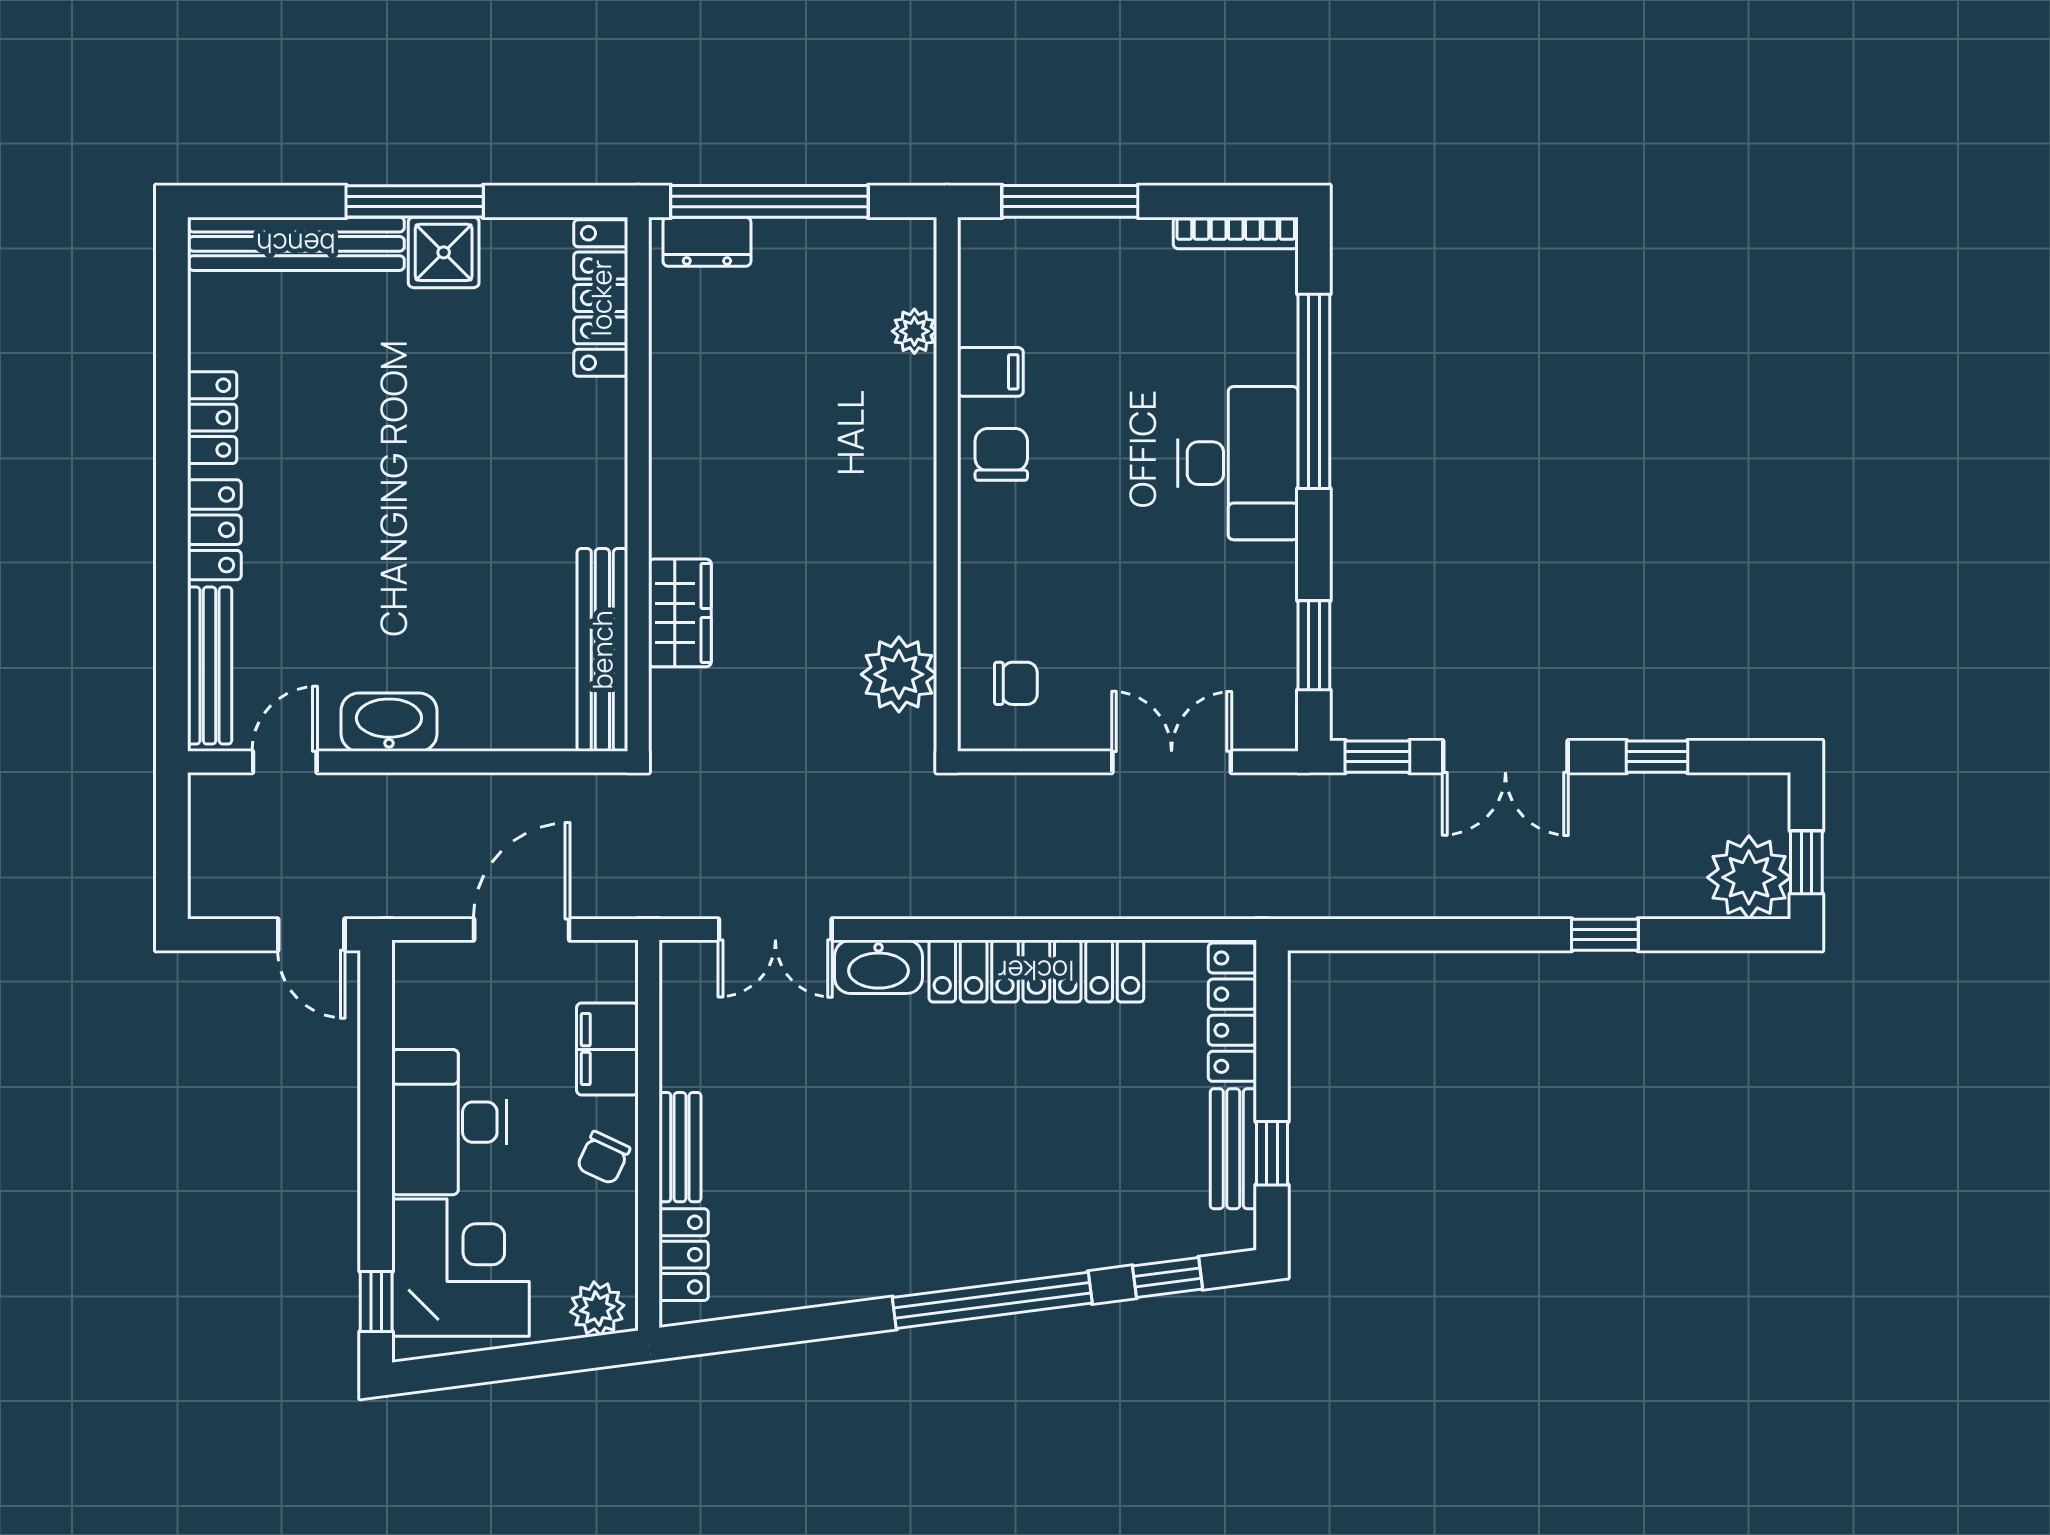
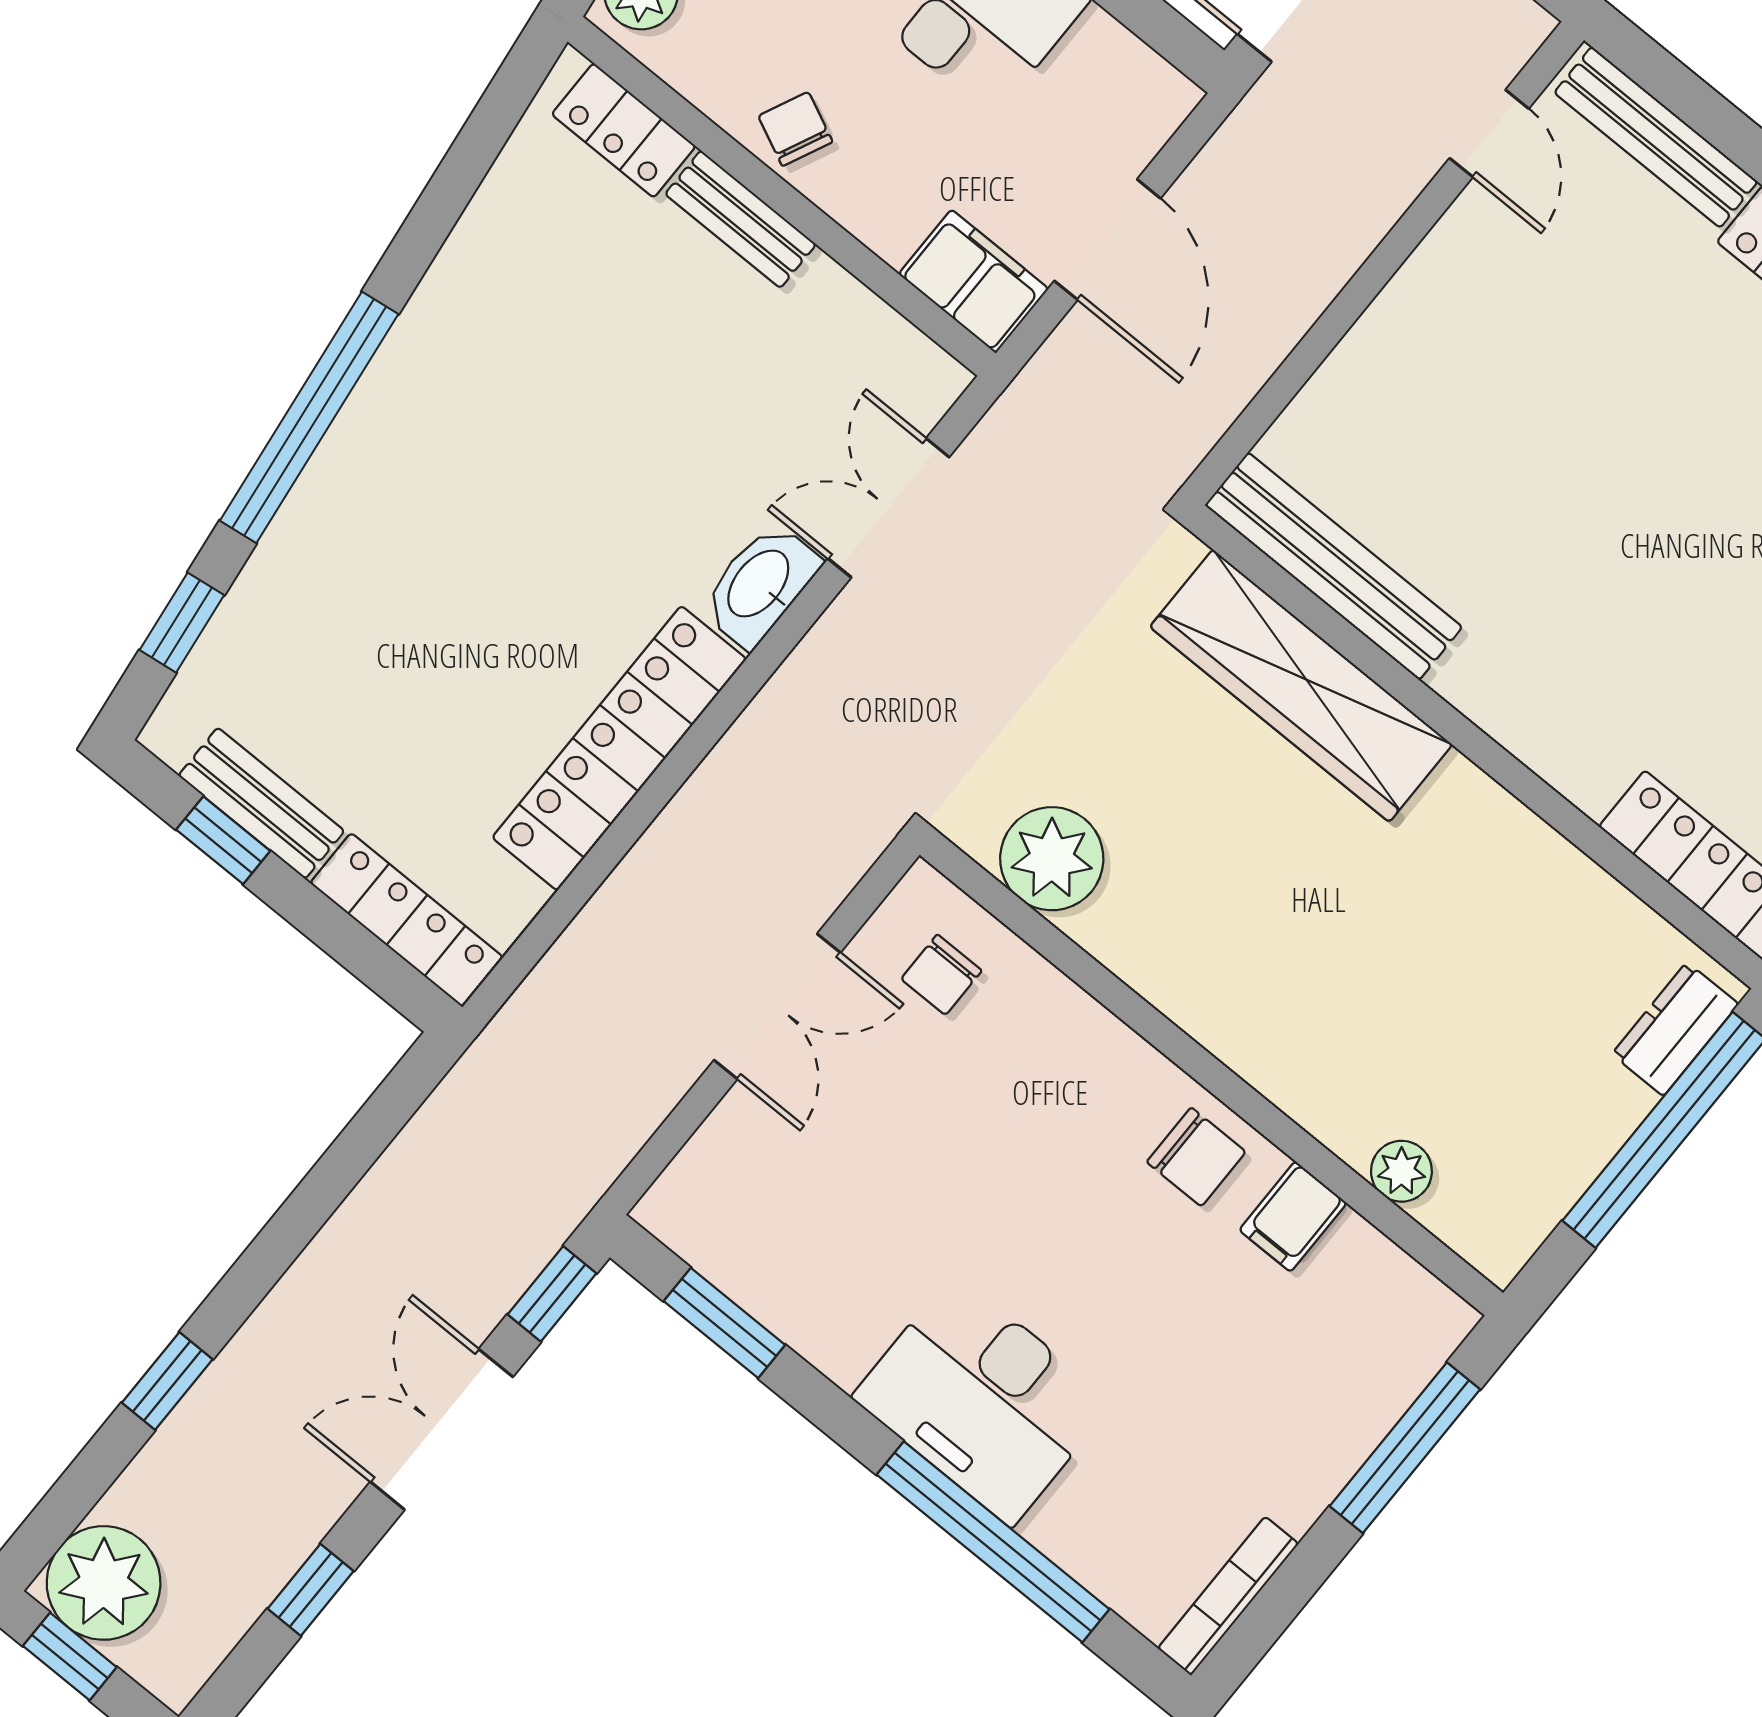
wardrobe: (680, 613) -> (1301, 686), width x2.10, depth x1.17
washbasin: (389, 722) -> (1441, 278), removed
double door: (1172, 762) -> (777, 1006), moved
filing cabinet: (607, 1049) -> (974, 281), moved

